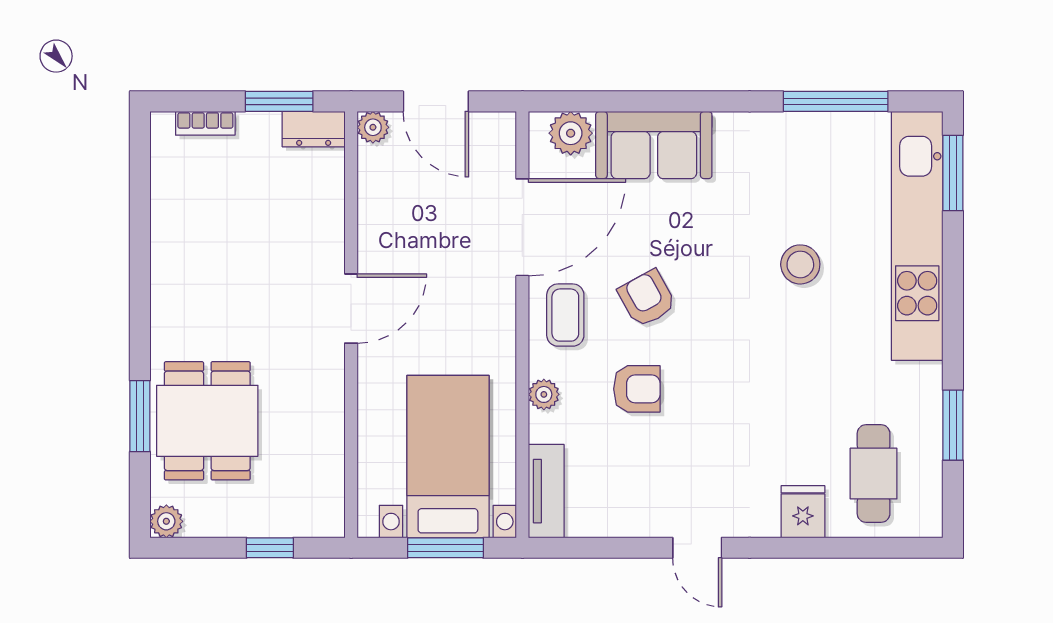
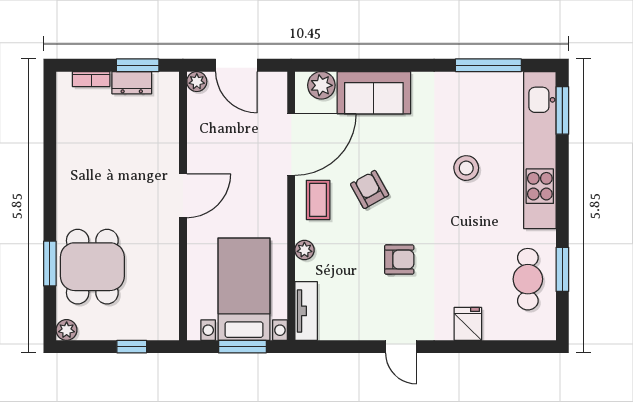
dresser: (314, 129) -> (132, 83), moved
armchair: (637, 389) -> (399, 260), moved
cafe table: (874, 474) -> (528, 279), moved

